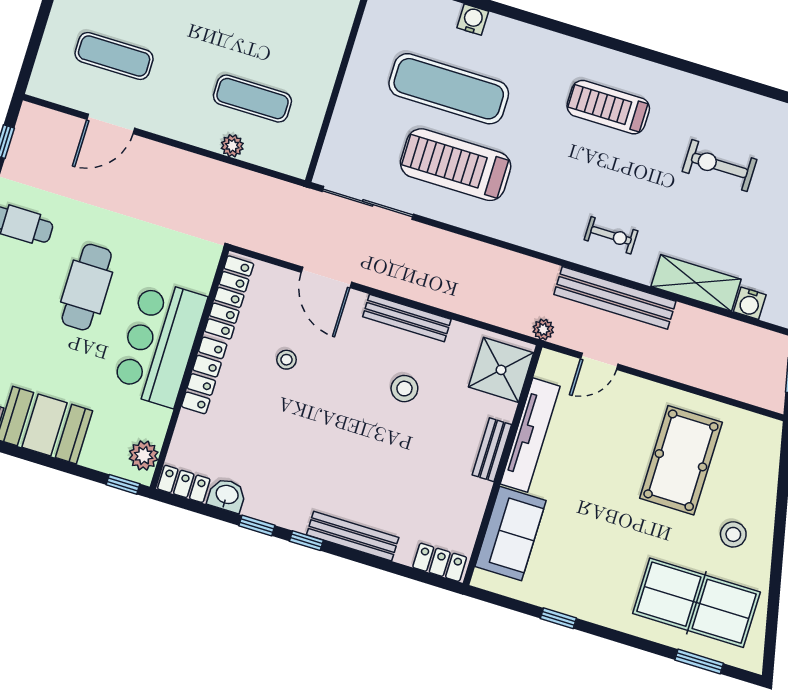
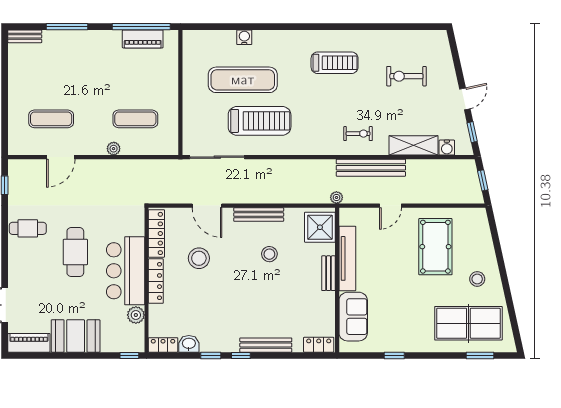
treadmill: (608, 107) -> (335, 63), turned 180
plant: (232, 146) -> (114, 149), moved
treadmill: (456, 165) -> (260, 121), turned 180
stool: (286, 360) -> (199, 258), width x1.89, depth x1.89
door: (599, 361) -> (391, 206), moved
plant: (144, 456) -> (136, 315), moved

